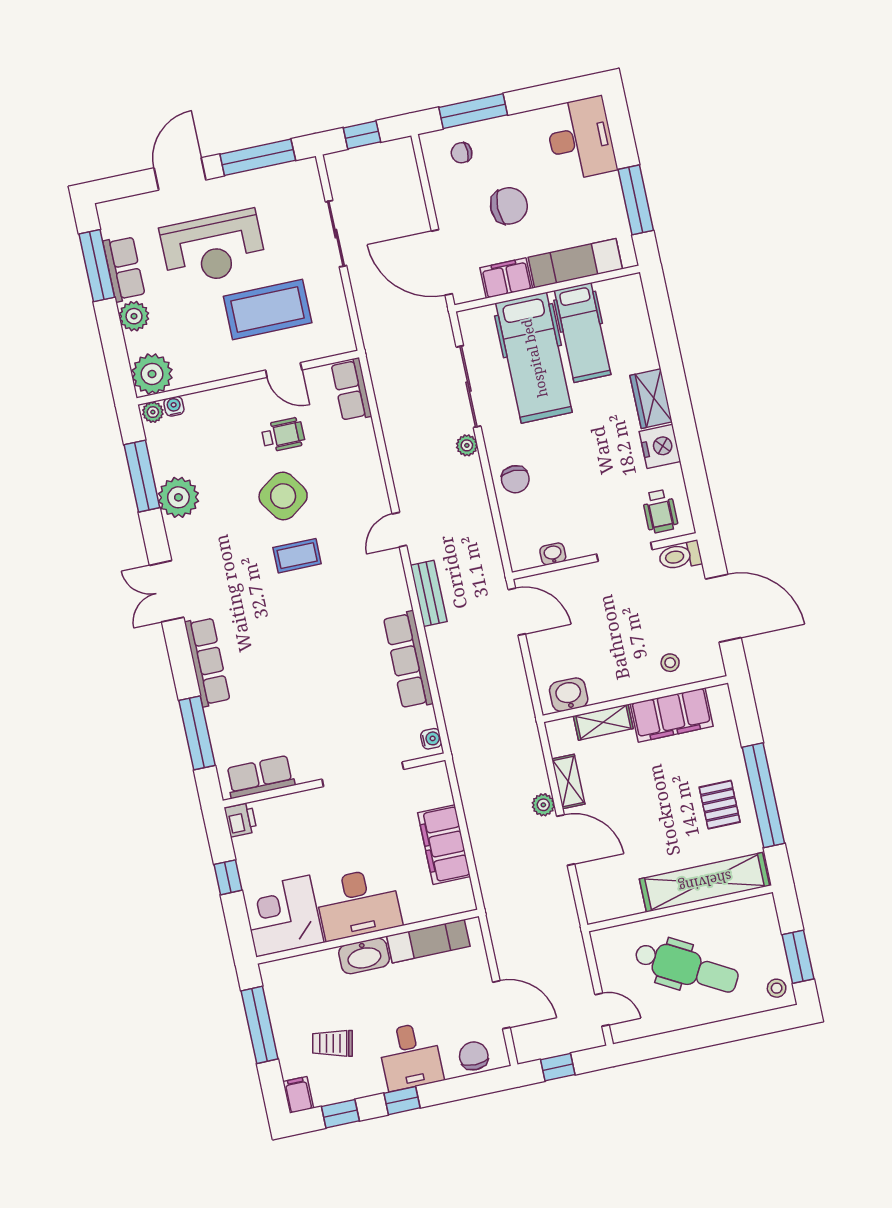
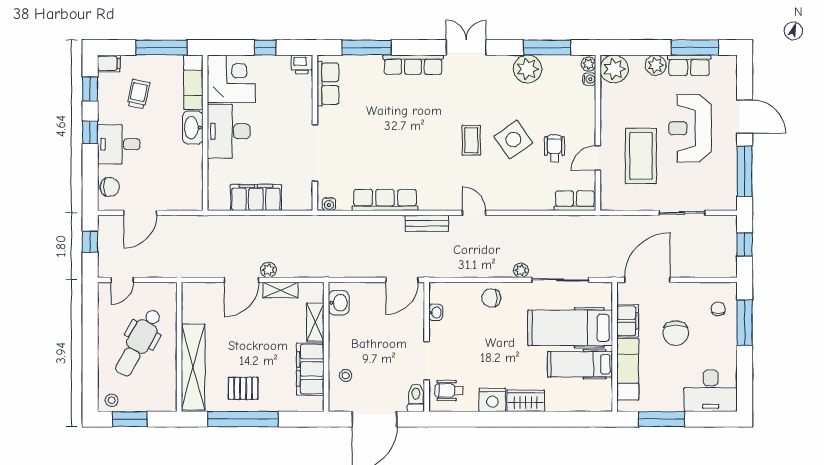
wheelchair: (283, 435) -> (554, 148), turned 180
exam couch: (428, 941) -> (193, 82), moved

